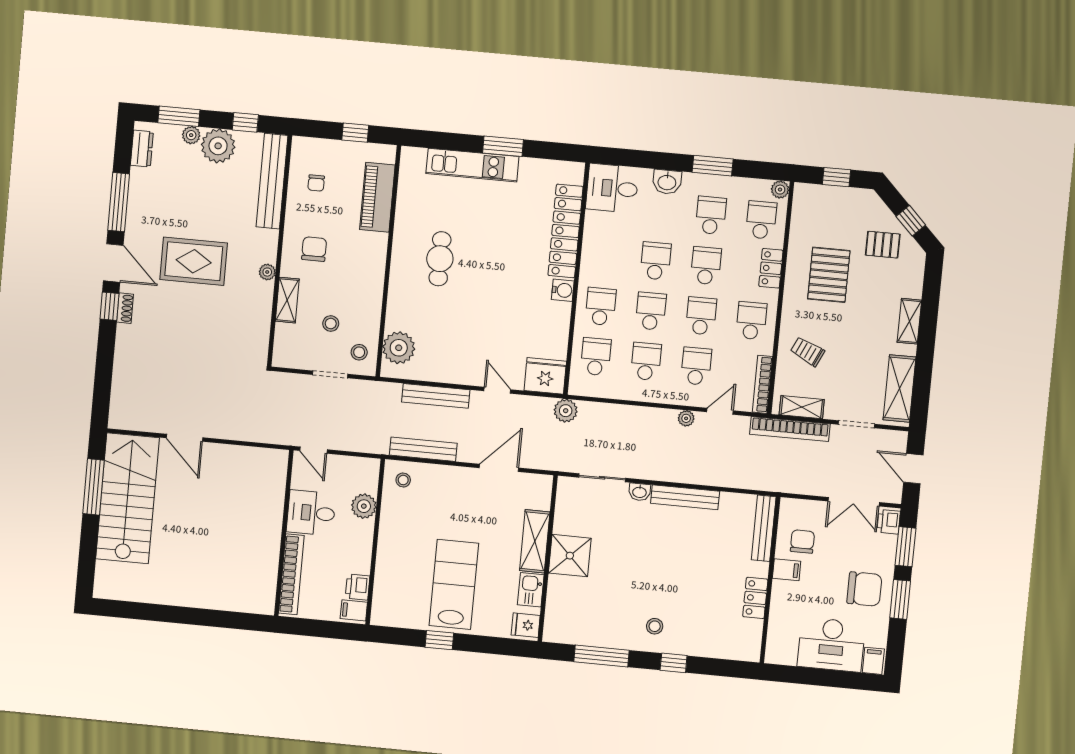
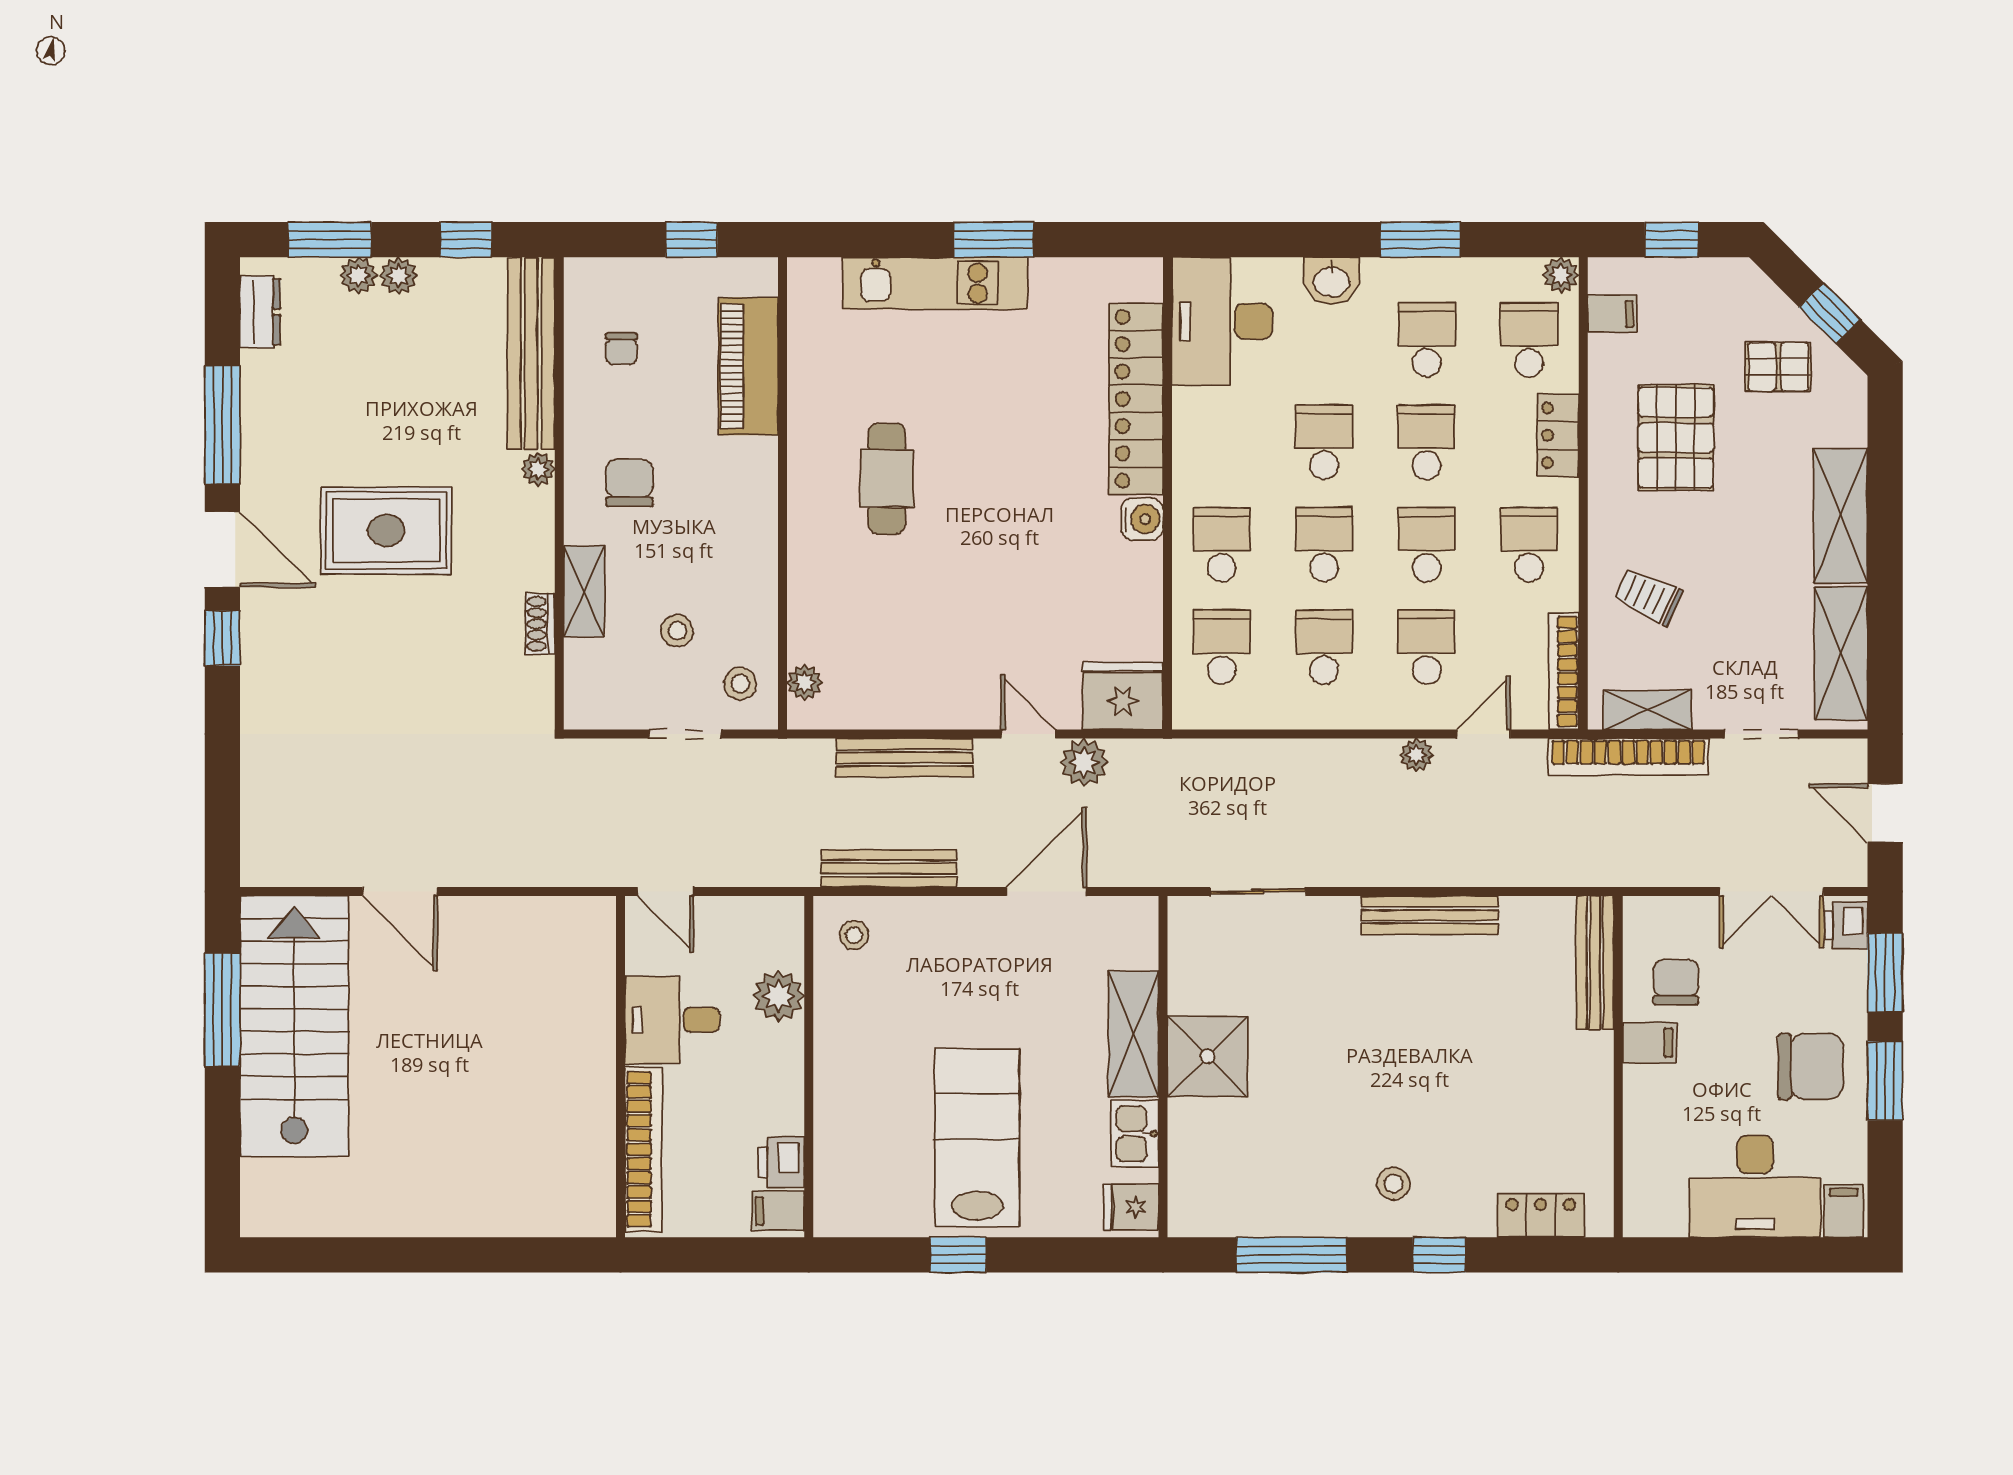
plant: (218, 146) -> (399, 276), width x0.53, depth x0.53
desk: (612, 188) -> (1222, 321), width x1.37
filing cabinet: (803, 211) -> (1612, 314), added
plant: (267, 272) -> (538, 469), moved
shoe rack: (125, 308) -> (540, 624), moved, turned 180
shelving: (909, 321) -> (1841, 516), width x1.50, depth x1.33
plant: (399, 348) -> (804, 682), width x0.53, depth x0.53
plant: (566, 411) -> (1084, 762), moved
washbasin: (639, 492) -> (1336, 913), removed
locker: (755, 598) -> (1541, 1215), moved, turned 90

